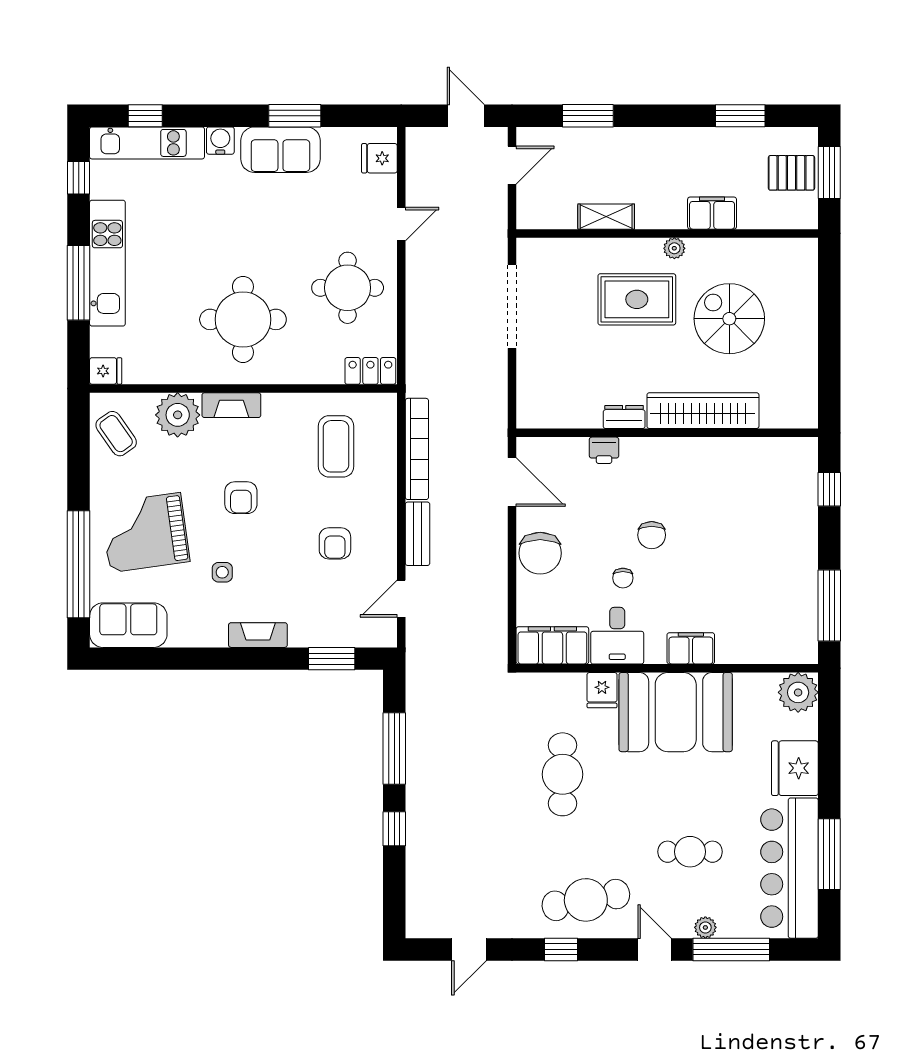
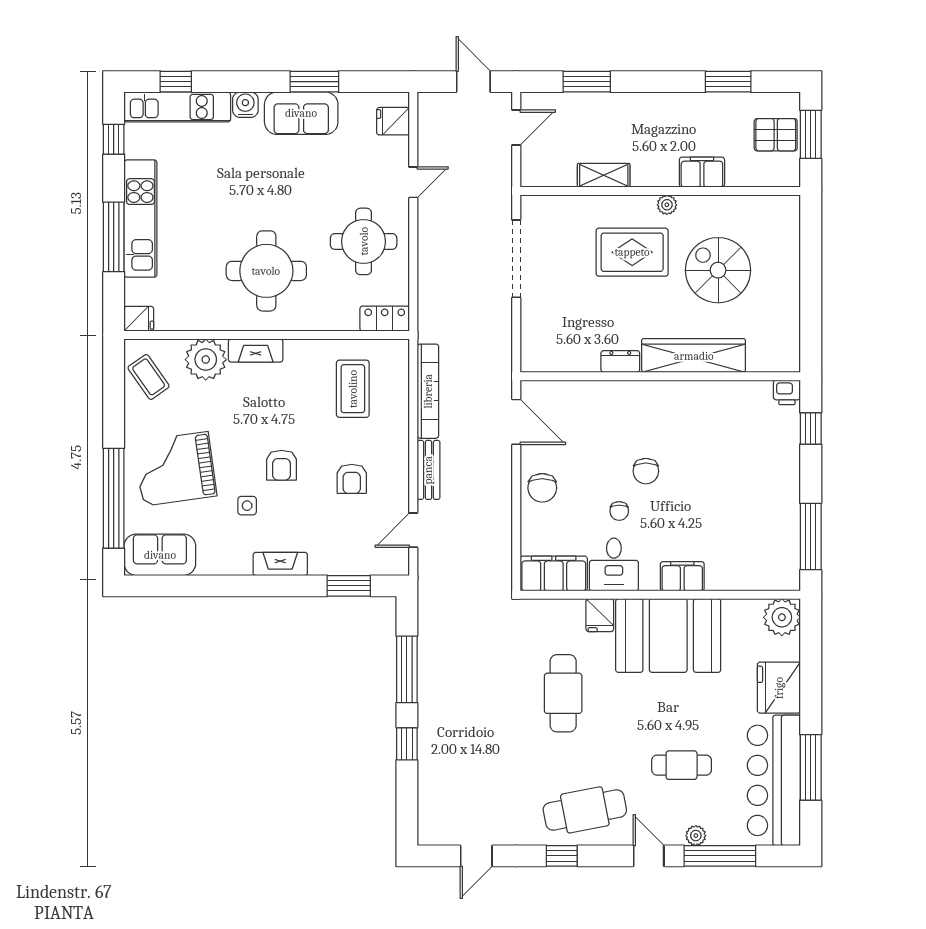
printer: (604, 450) -> (787, 392), moved
armchair: (241, 498) -> (281, 465), moved
chair: (540, 553) -> (542, 488), width x0.73, depth x0.73

